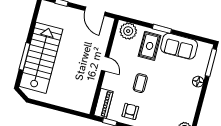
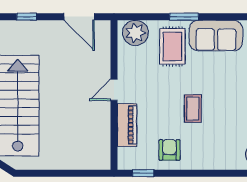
door: (105, 64) -> (114, 90), swing flipped
coffee table: (140, 83) -> (193, 109), moved
piano: (104, 103) -> (127, 125), moved

